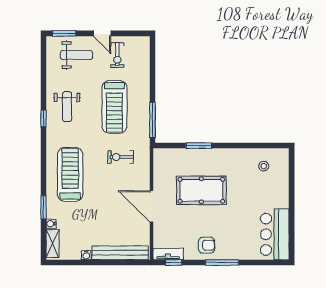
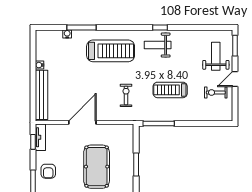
weight bench: (76, 55) -> (216, 56), turned 180
weight bench: (67, 107) -> (158, 45), moved
treadmill: (114, 107) -> (170, 90), width x0.73, depth x0.73
window: (44, 207) -> (82, 27), width x1.44
shelving: (53, 244) -> (50, 35), removed

